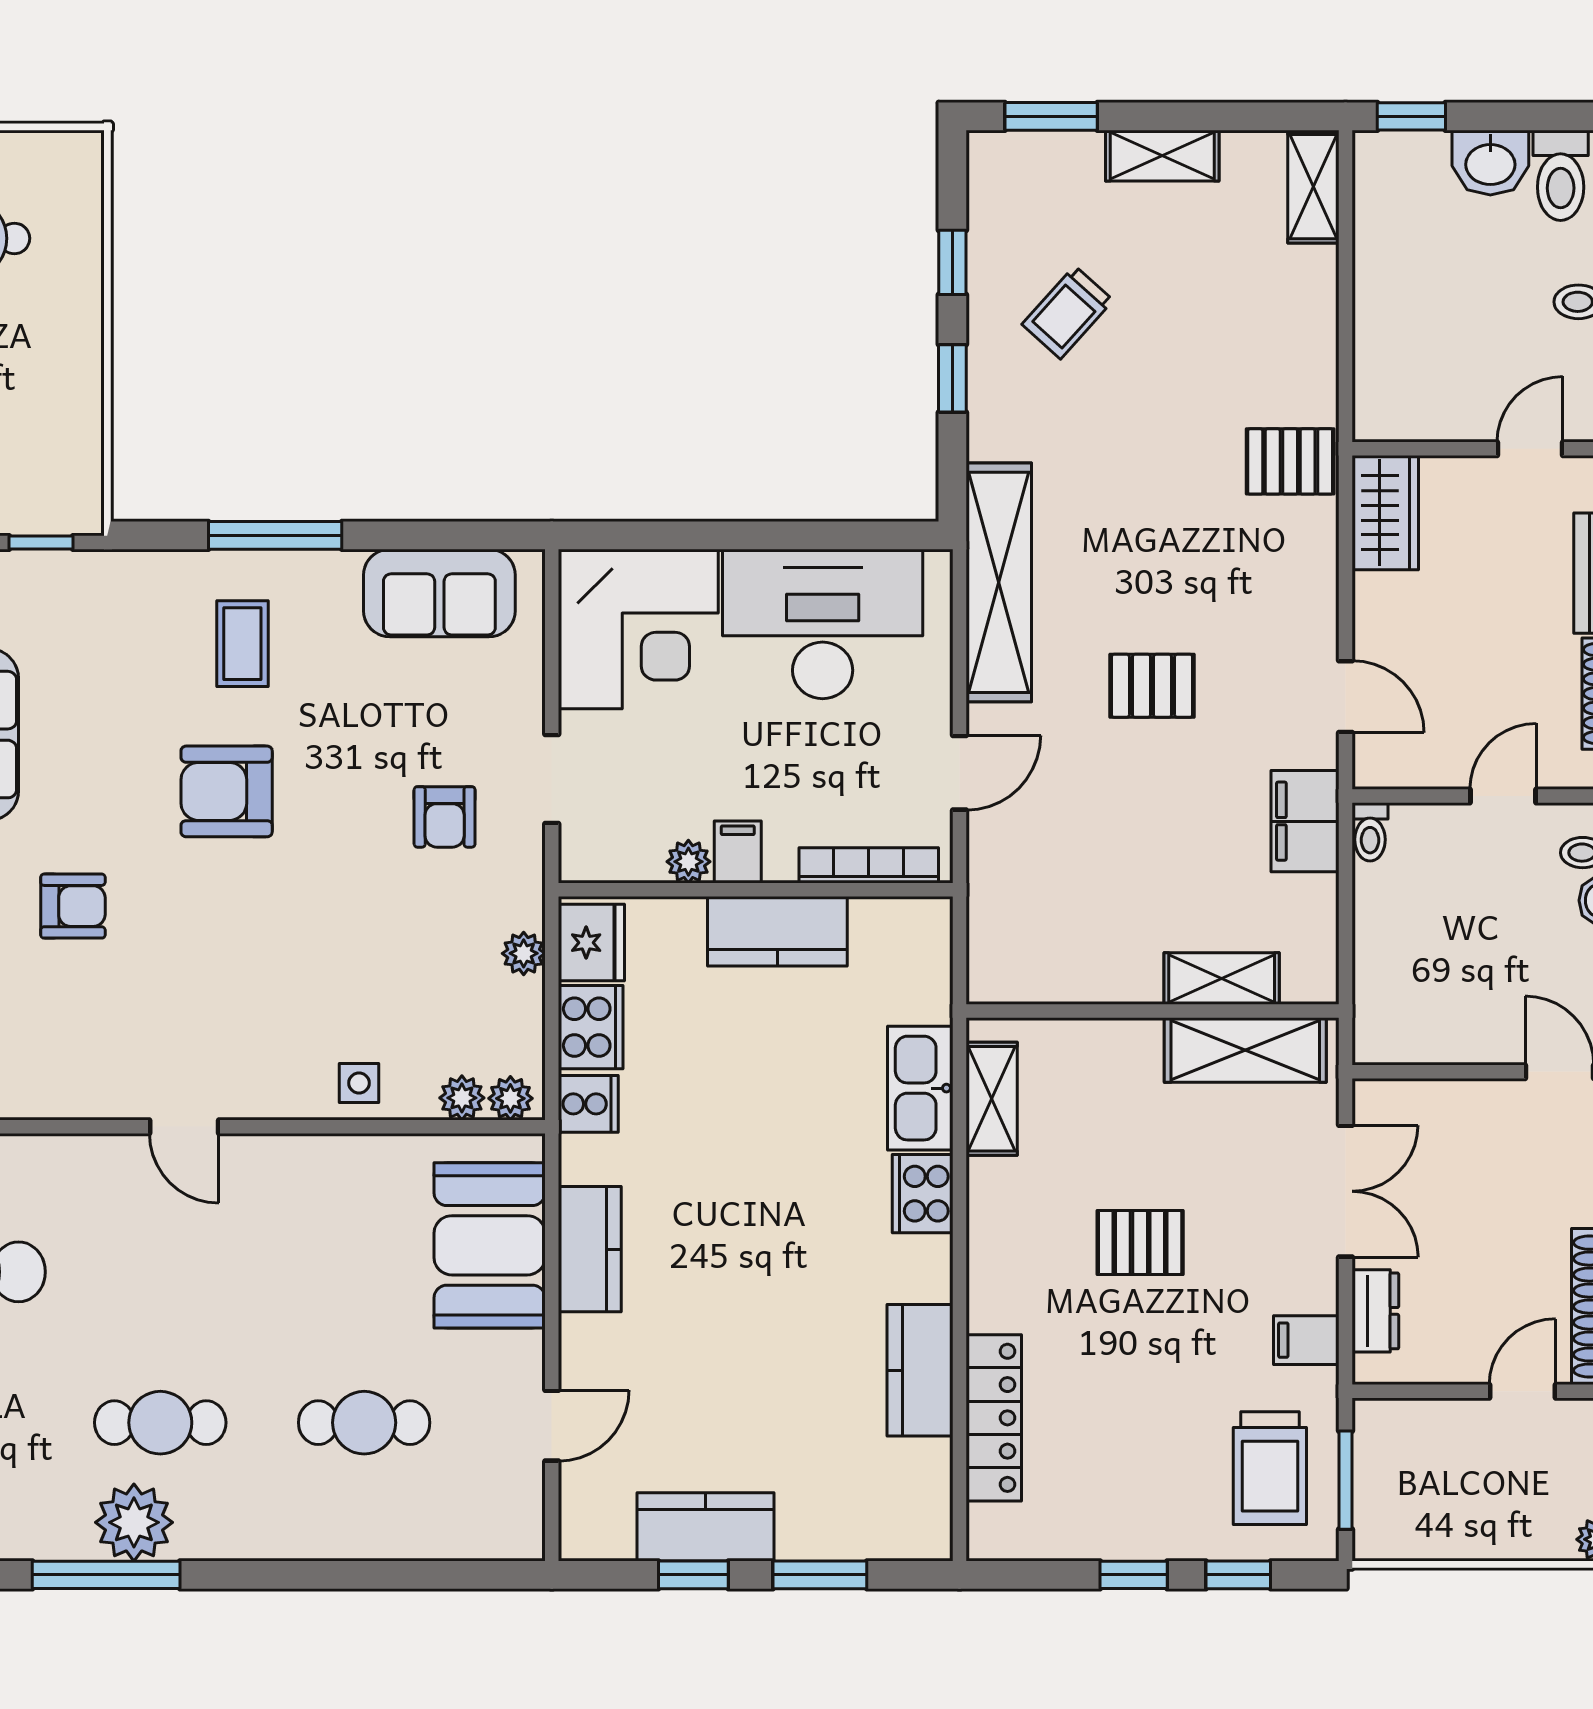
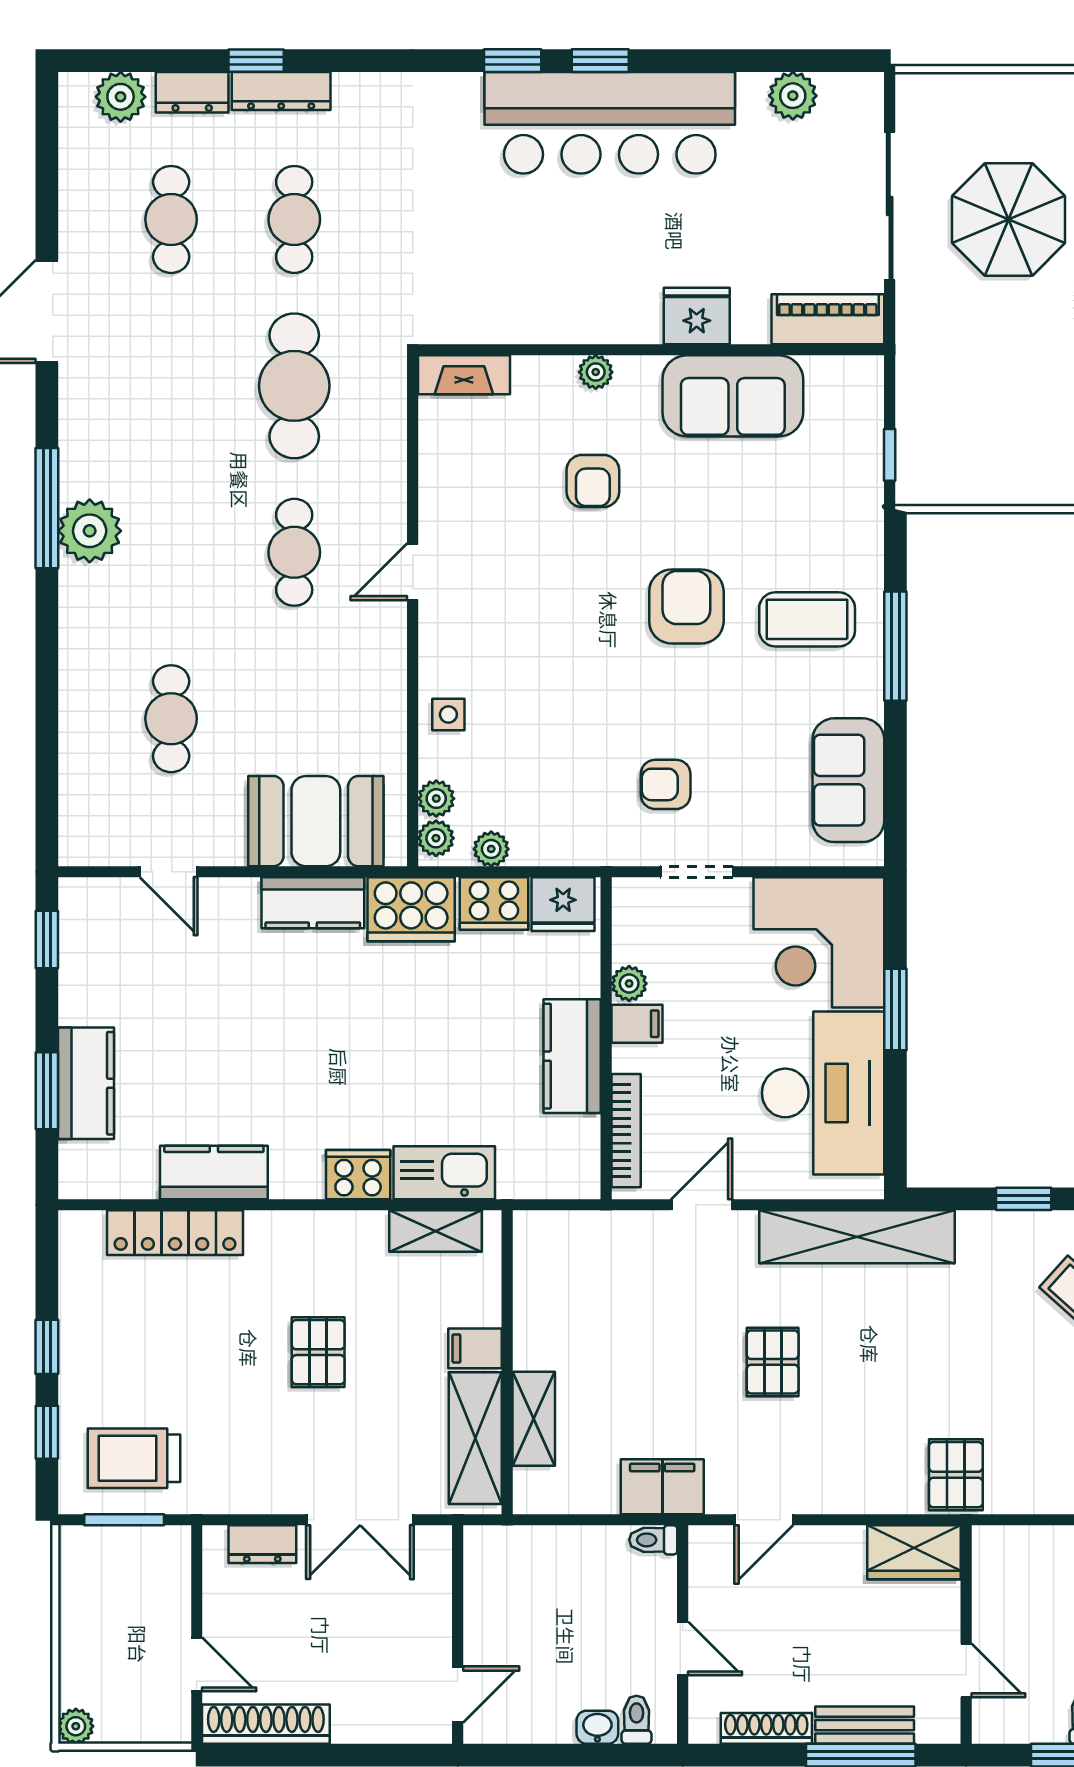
window: (720, 535) -> (895, 1010), added
coffee table: (242, 644) -> (807, 619), width x1.36, depth x1.30
door: (960, 773) -> (702, 1205), swing flipped
plant: (524, 953) -> (491, 849), moved
cooker: (588, 1104) -> (411, 909), width x1.87, depth x1.31
filing cabinet: (1306, 1340) -> (475, 1348), moved, turned -90
cafe table: (160, 1423) -> (294, 552), moved
kitchen counter: (706, 1527) -> (86, 1083), moved
window: (693, 1575) -> (47, 939), moved

